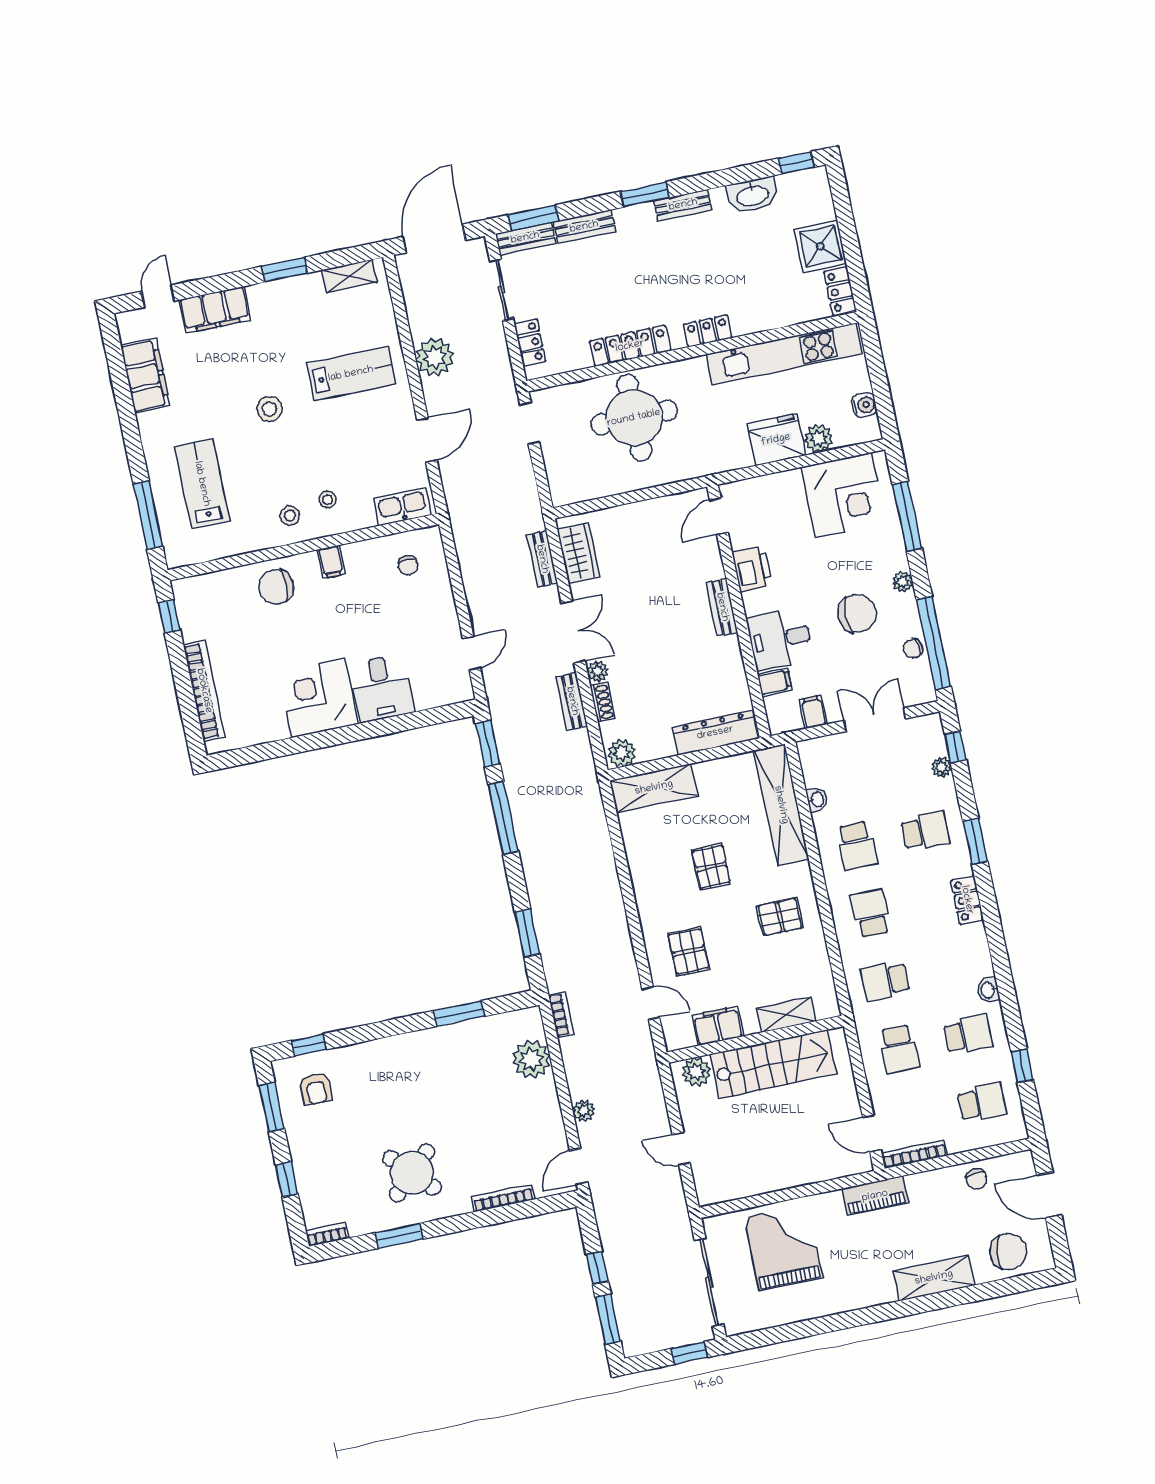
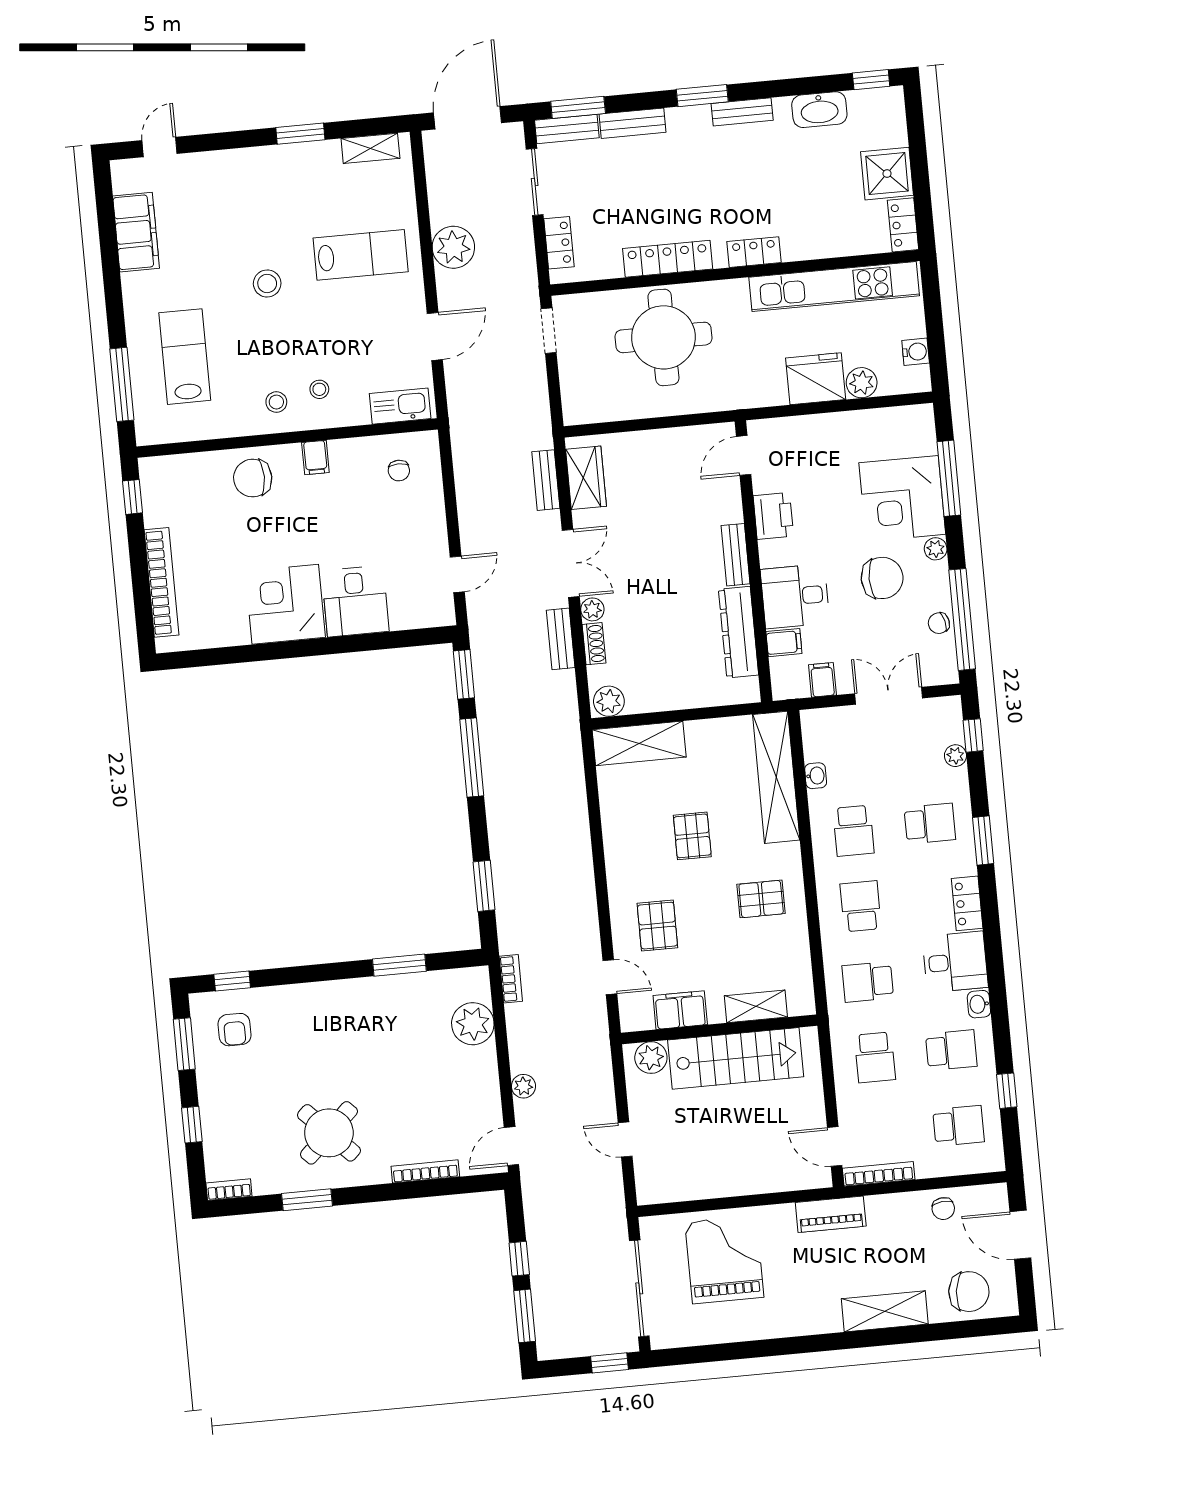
filing cabinet: (215, 310) -> (220, 169), removed
corner desk: (844, 495) -> (902, 499), moved, turned 90
dresser: (715, 733) -> (739, 632), moved, turned -90
desk: (962, 954) -> (955, 962), added

